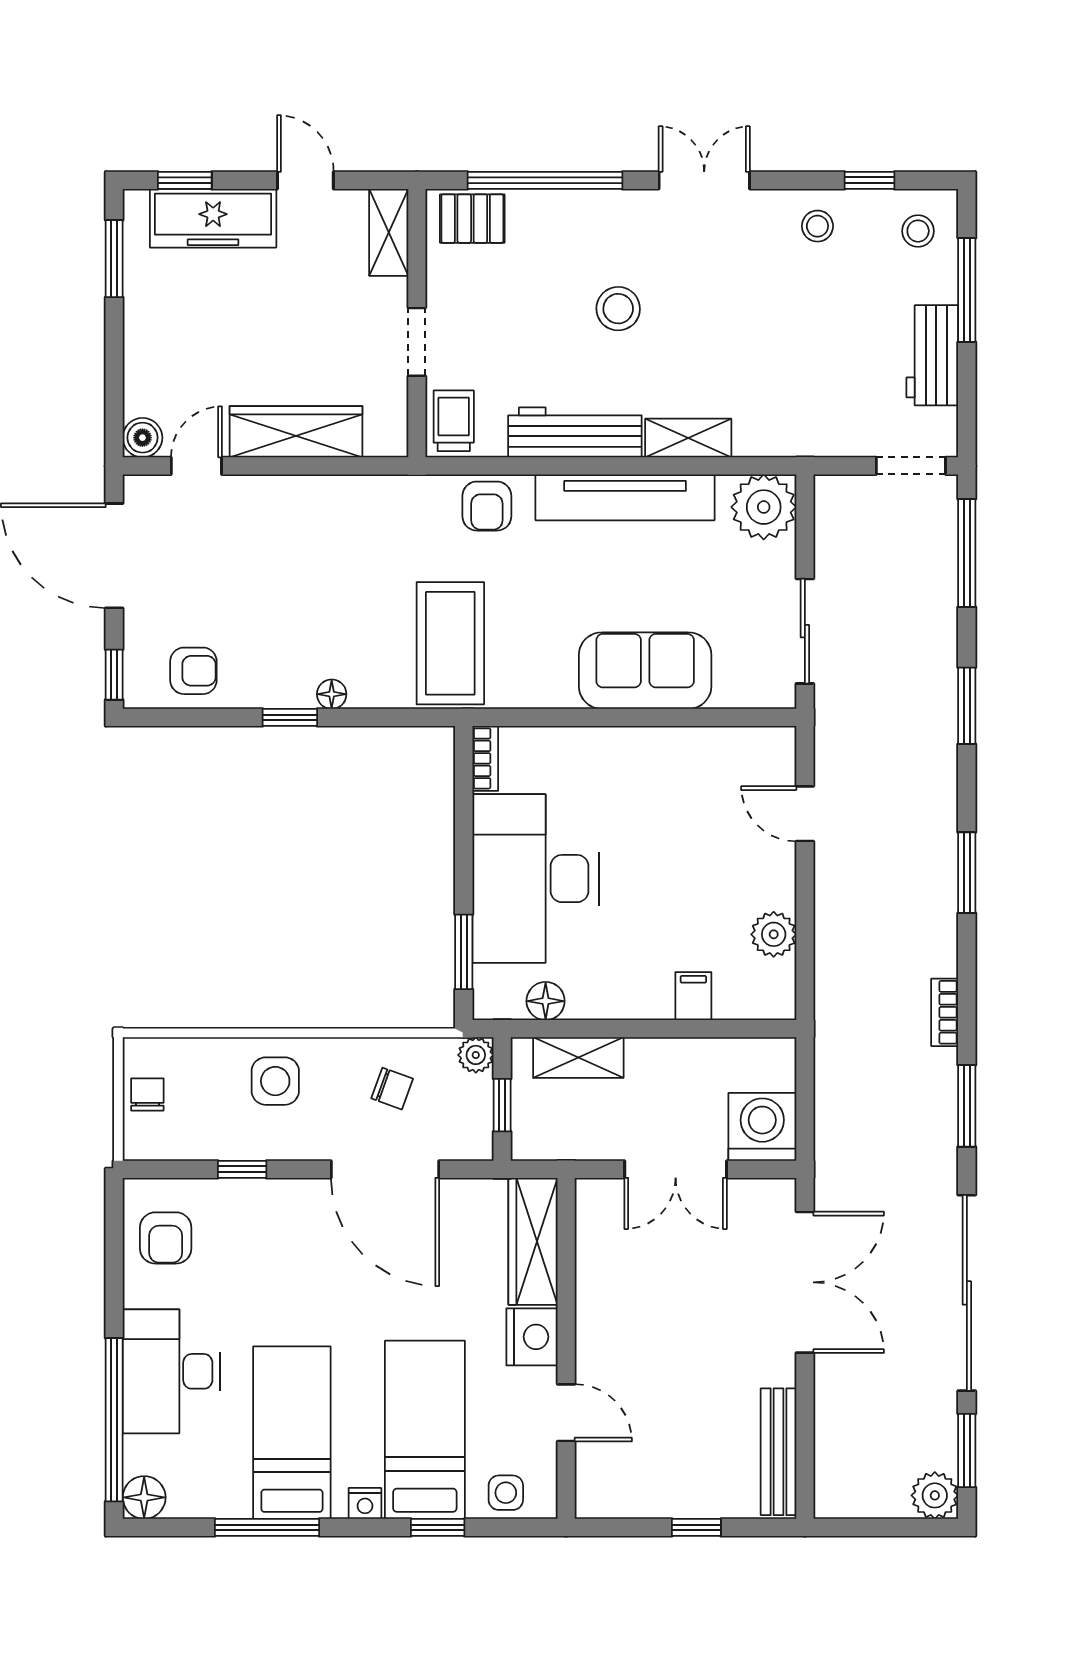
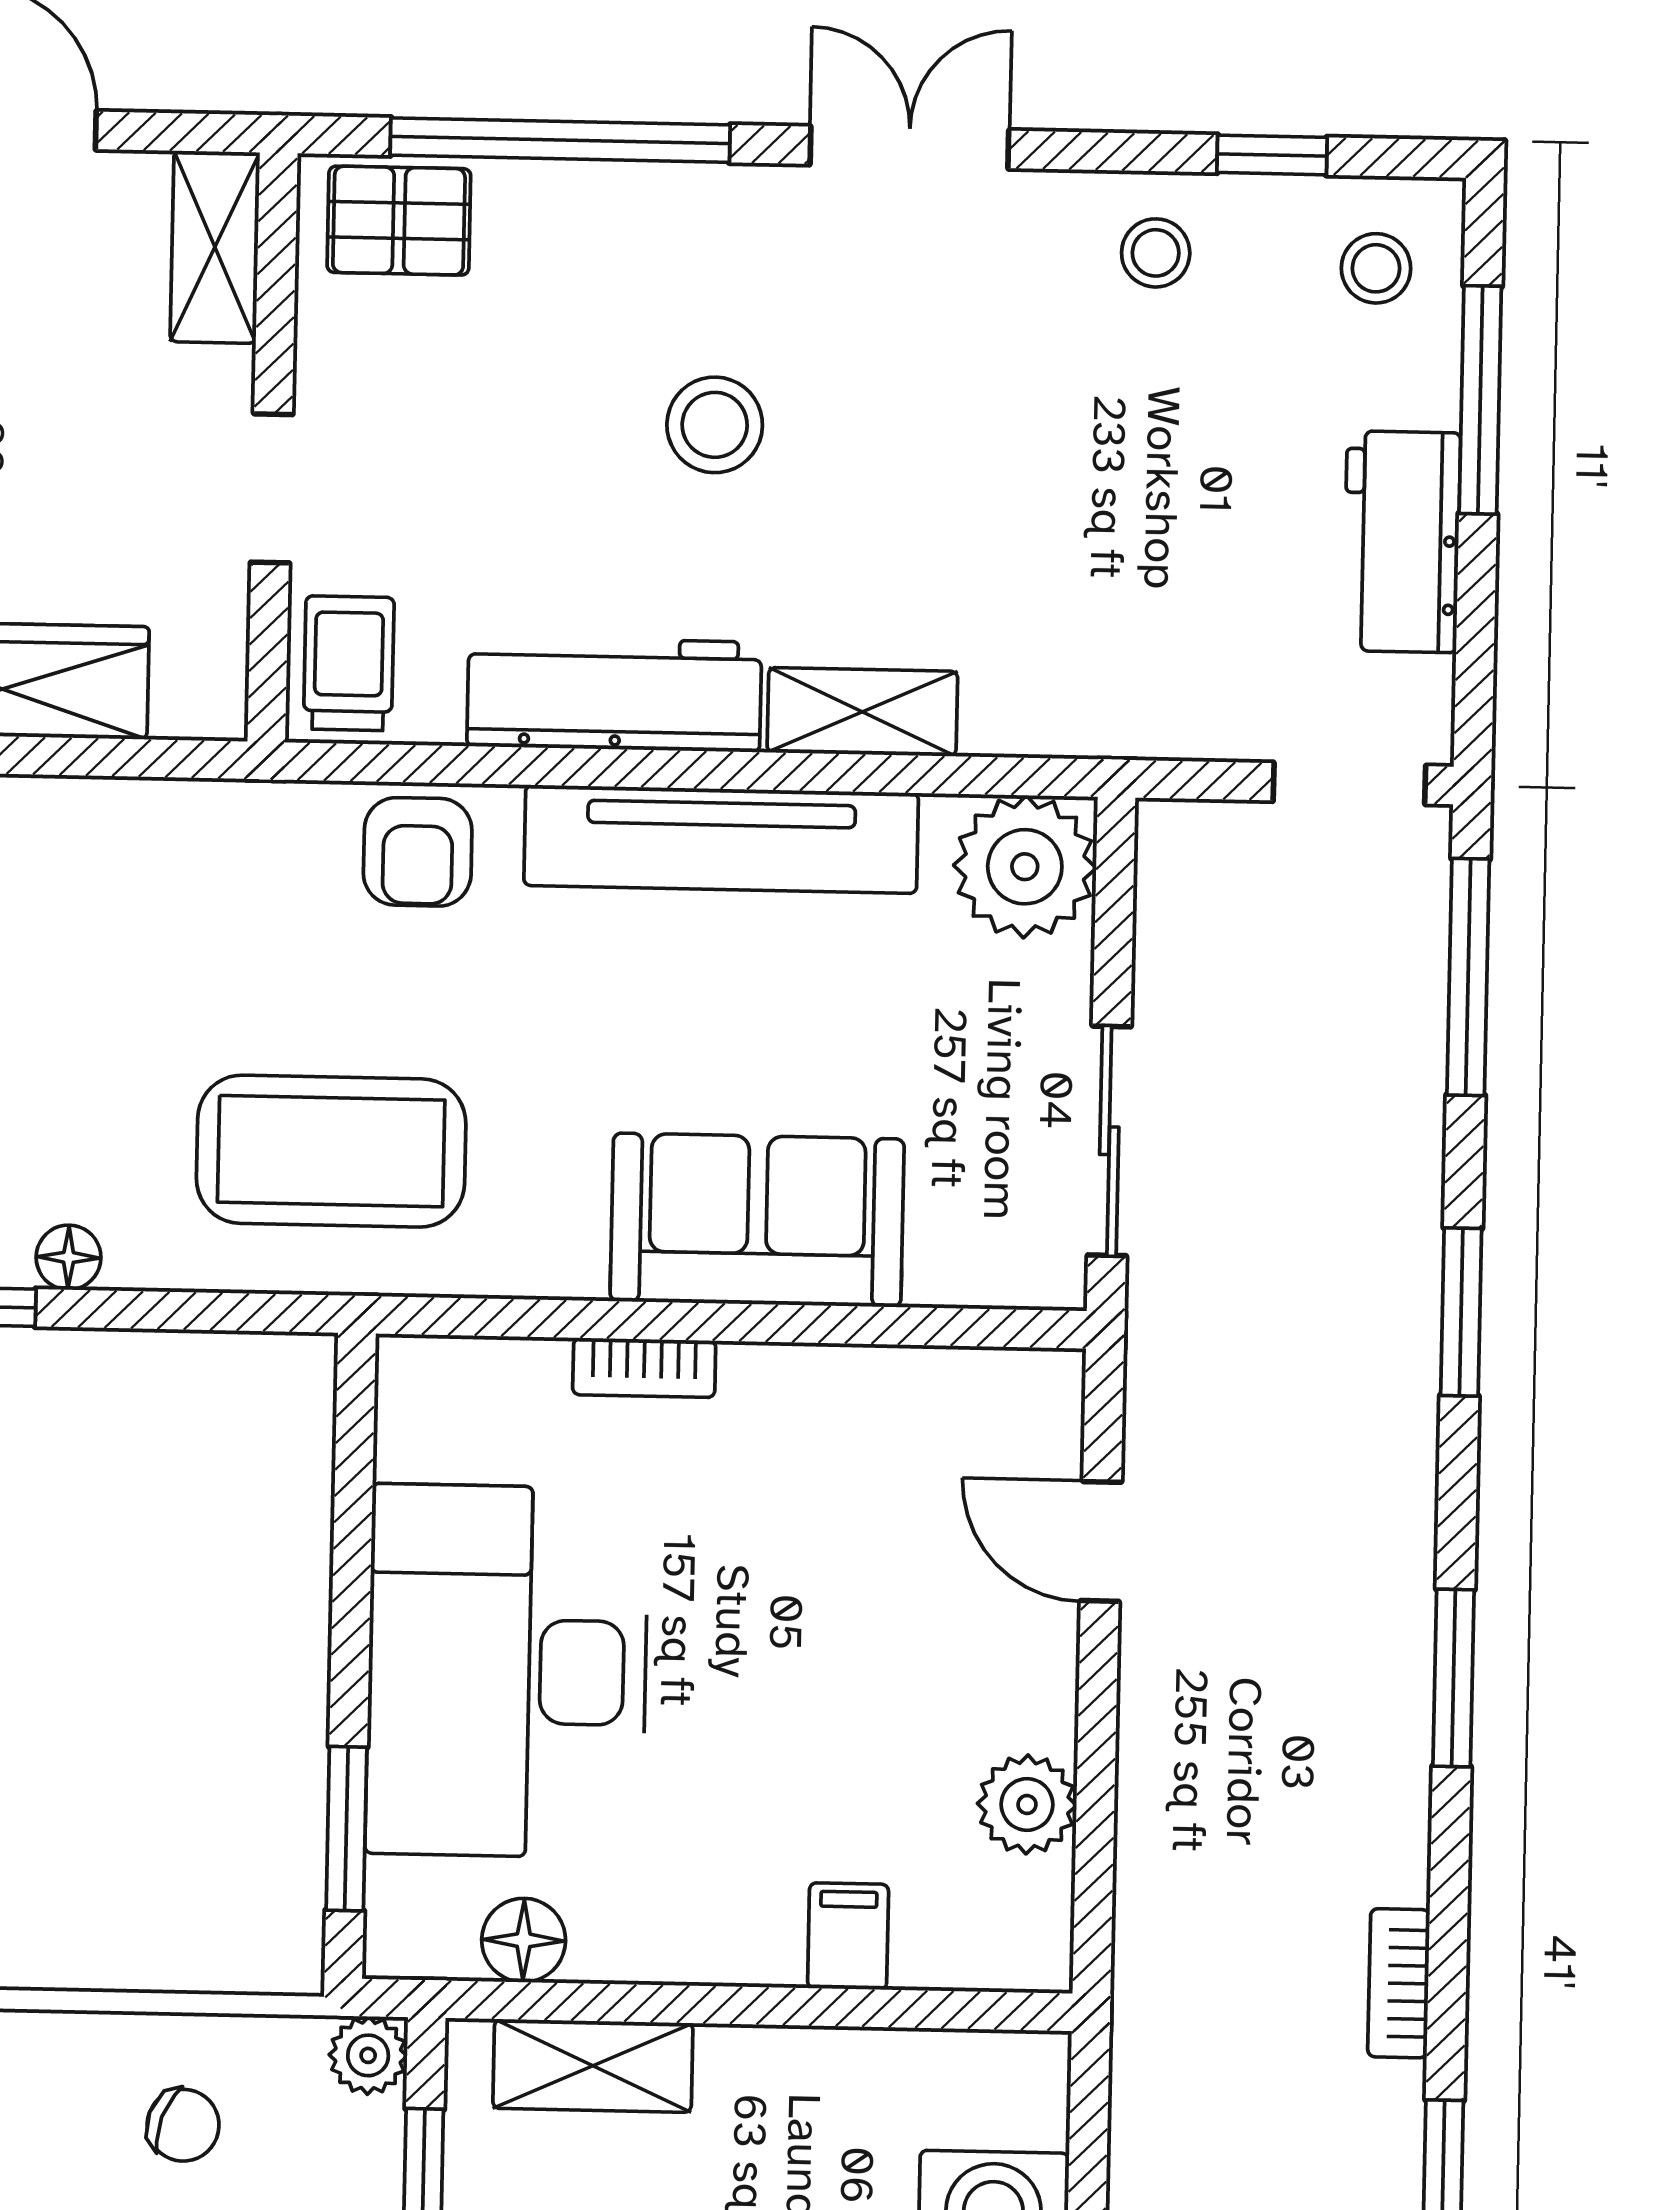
coffee table: (450, 643) -> (331, 1151), turned 90
bookcase: (485, 758) -> (644, 1368), moved, turned 90

